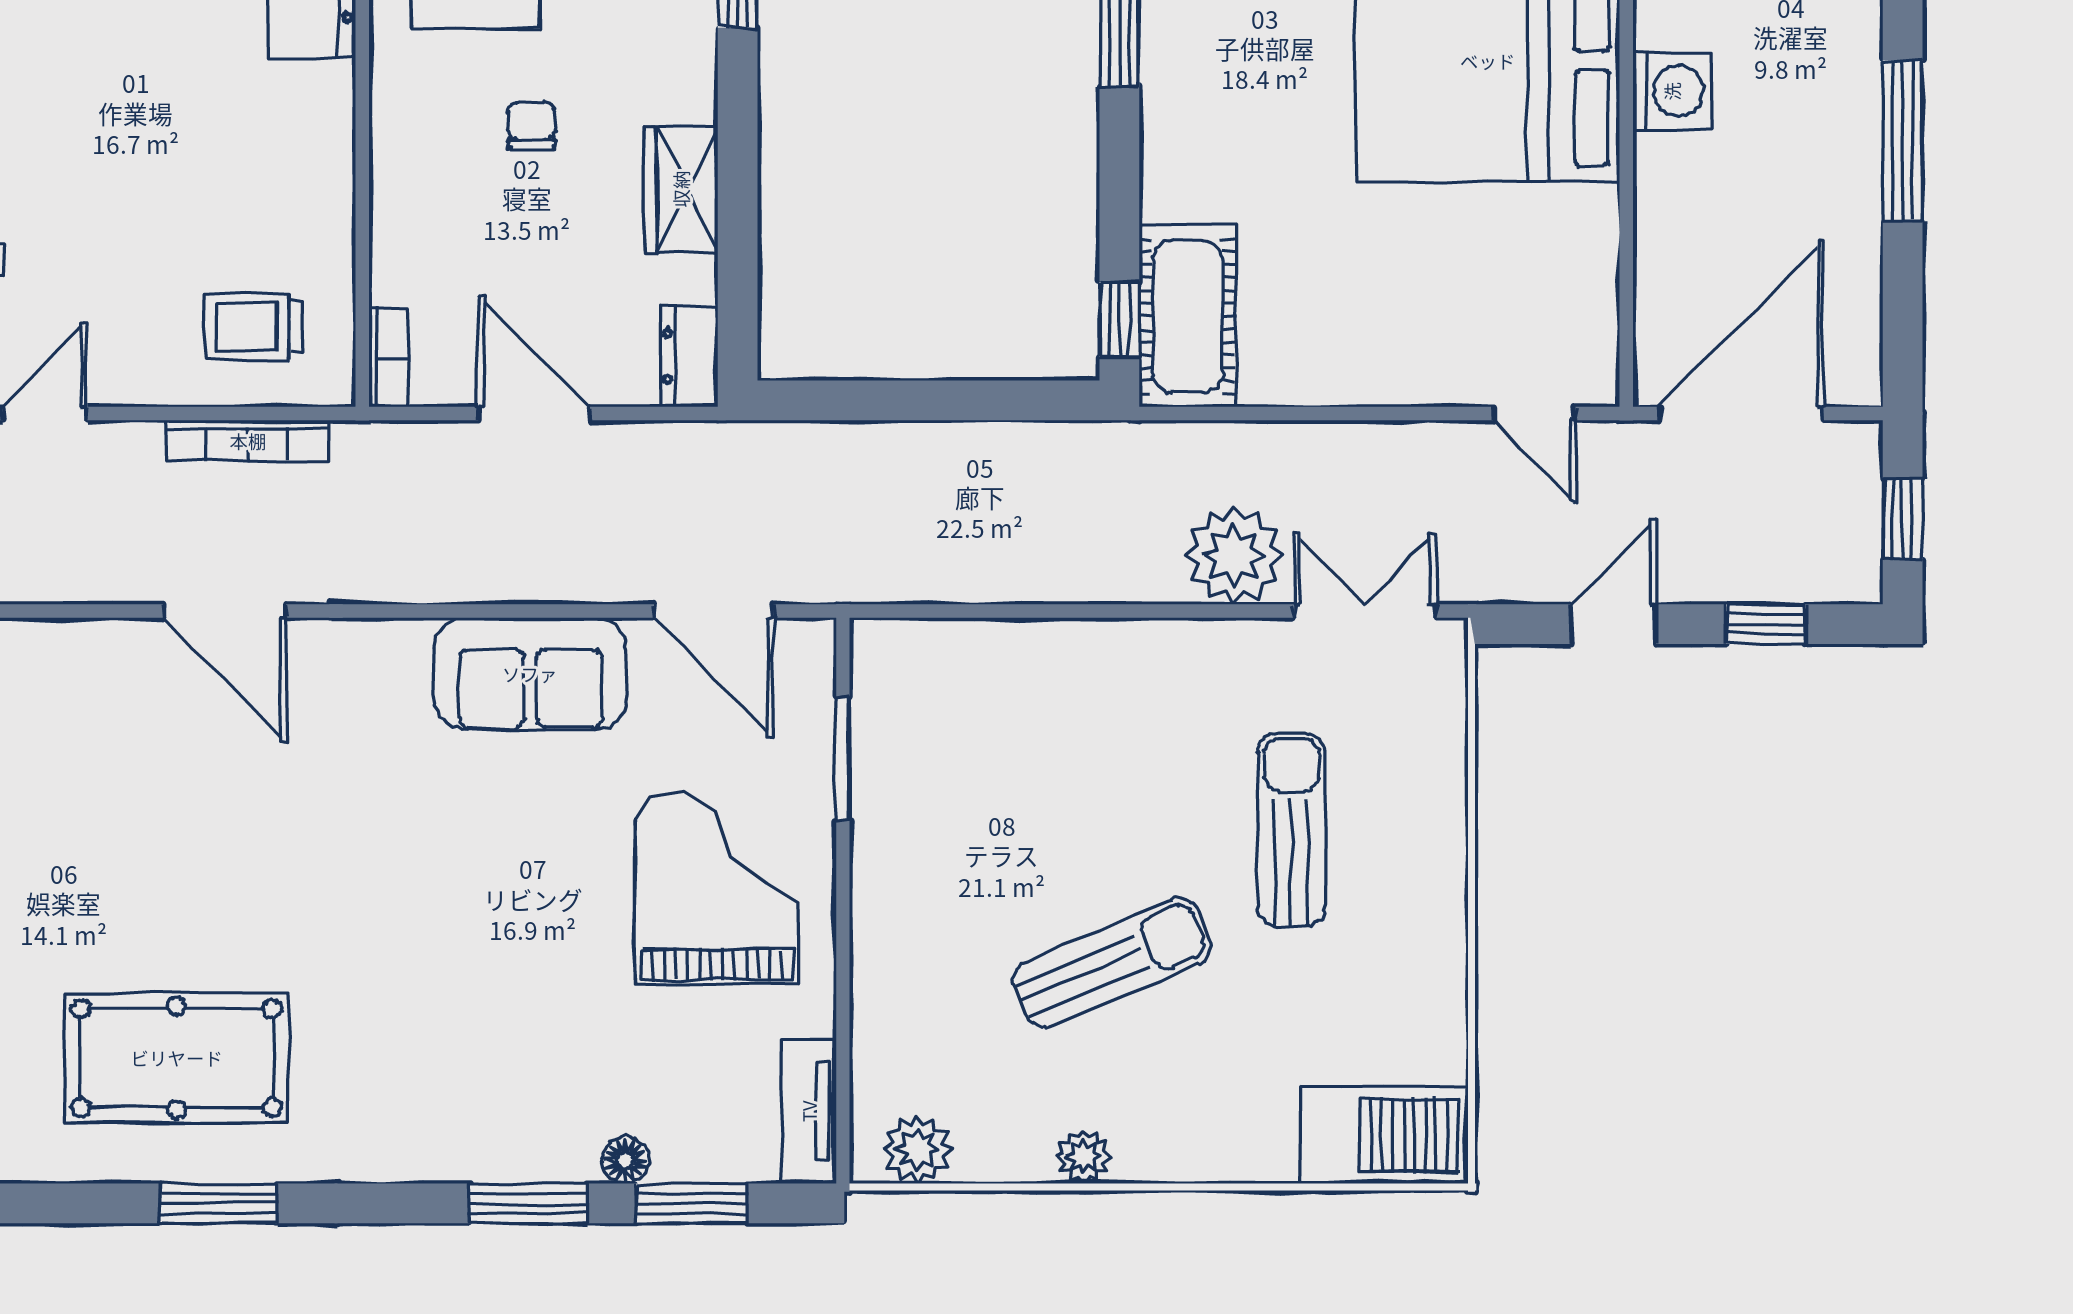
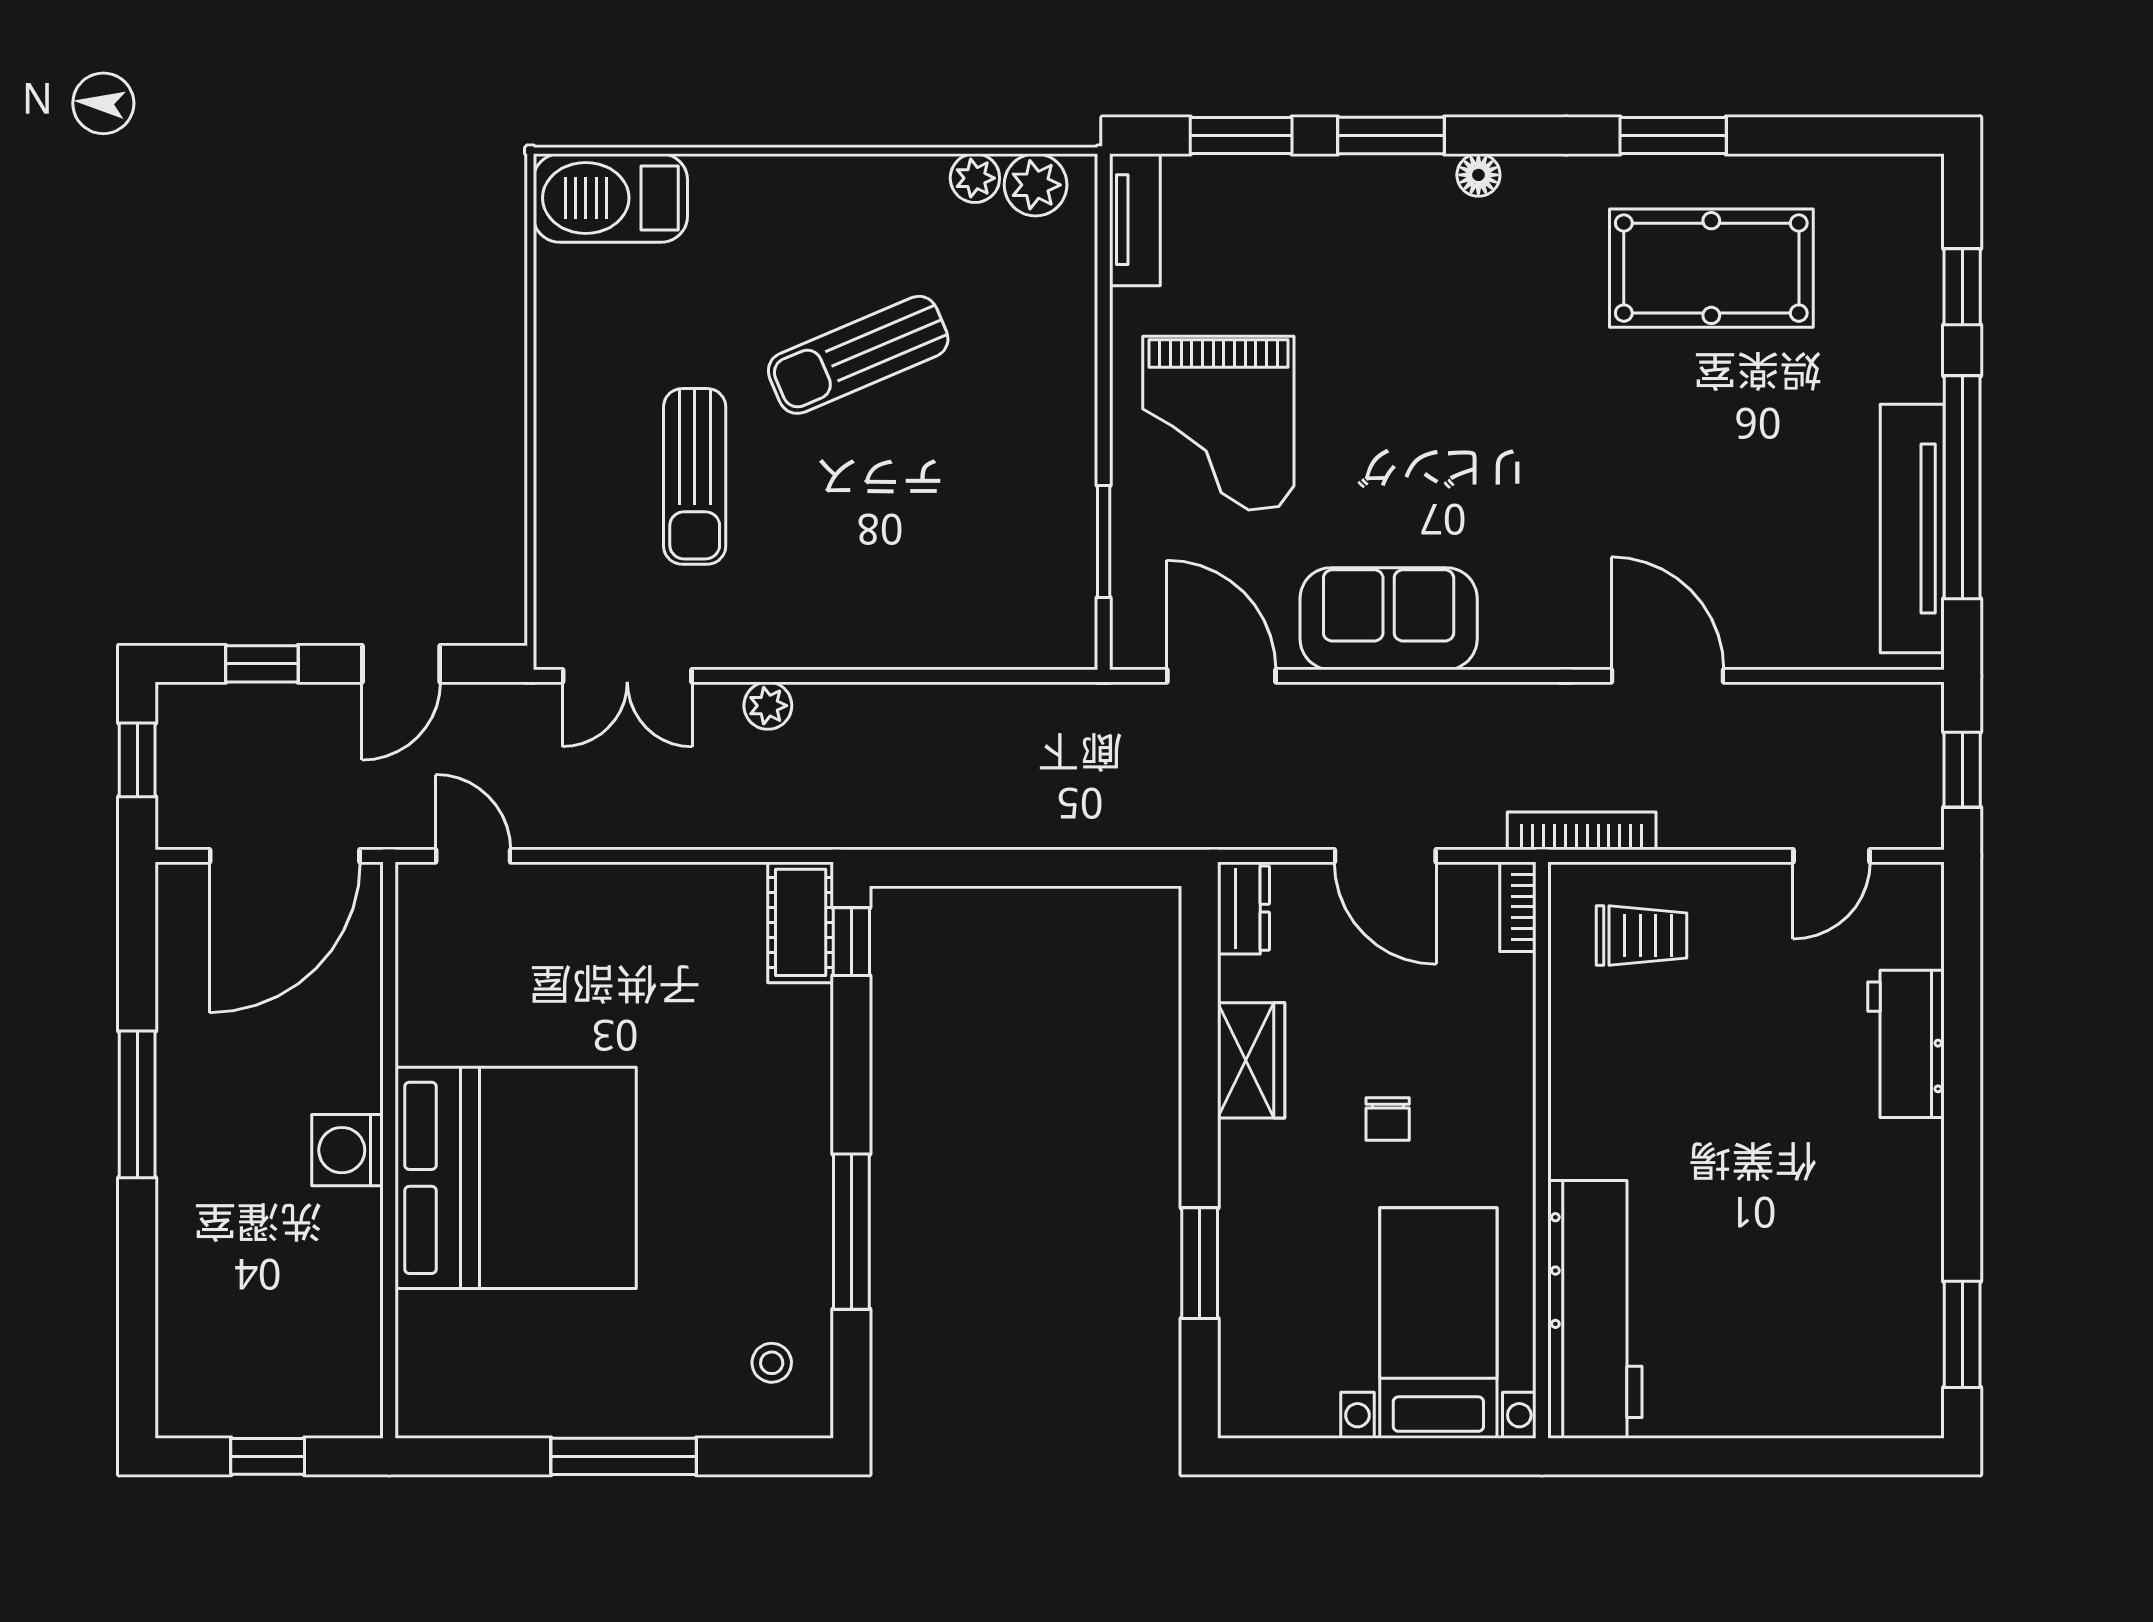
cot: (1187, 316) -> (801, 922), width x0.73, depth x0.75
bookcase: (248, 441) -> (1582, 831), moved
plant: (1234, 555) -> (768, 706), width x0.53, depth x0.53
plant: (1083, 1157) -> (975, 178), moved
floor lamp: (625, 1160) -> (1478, 175), moved

